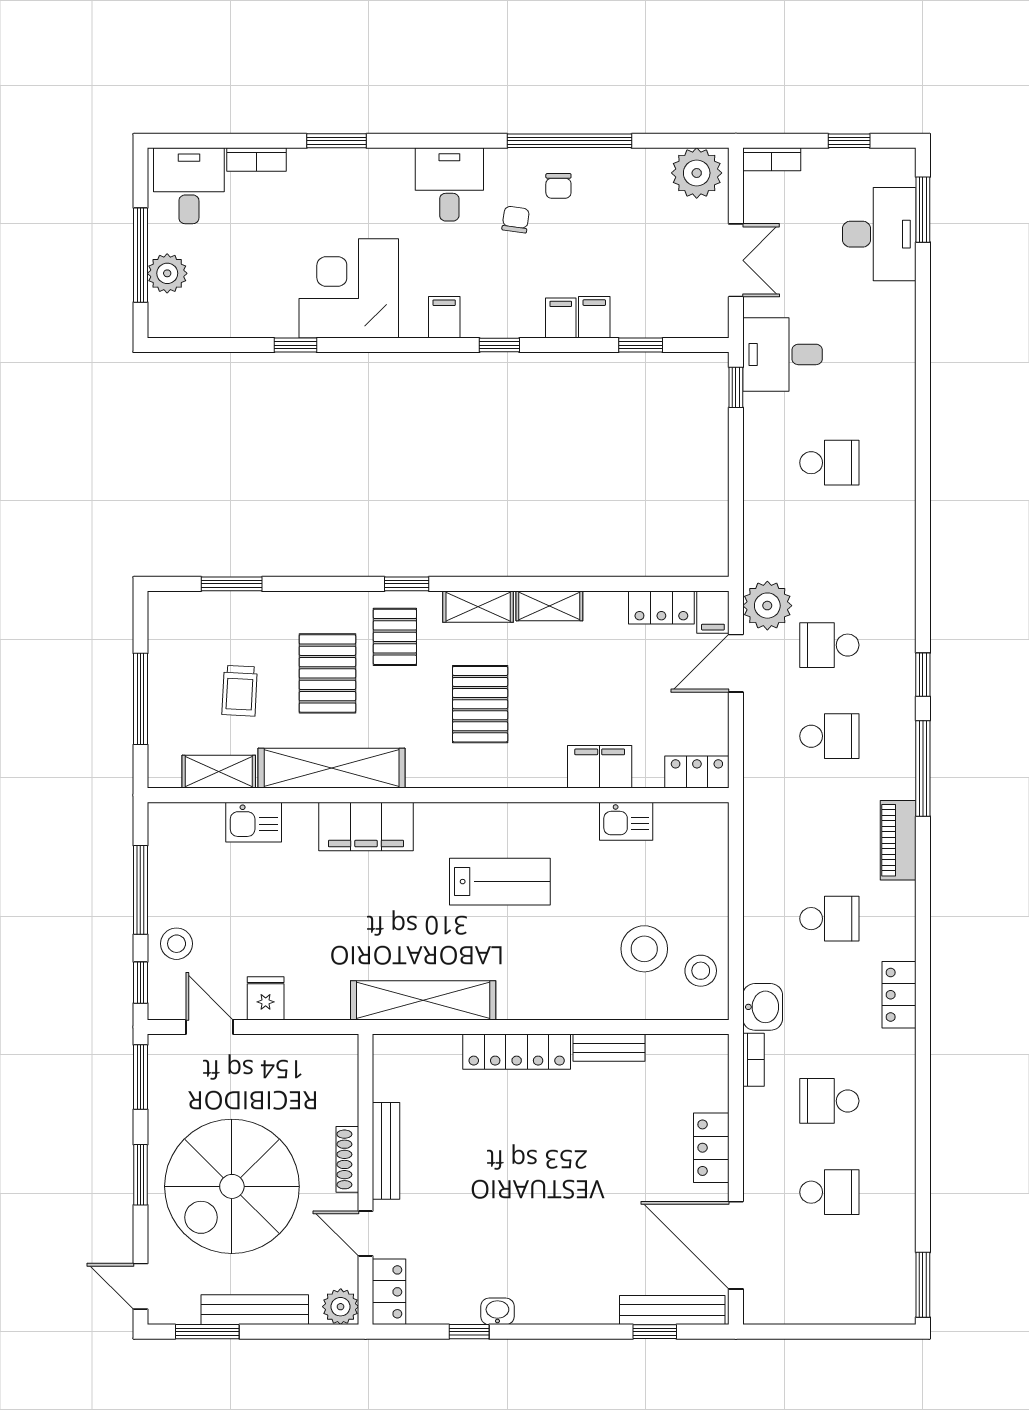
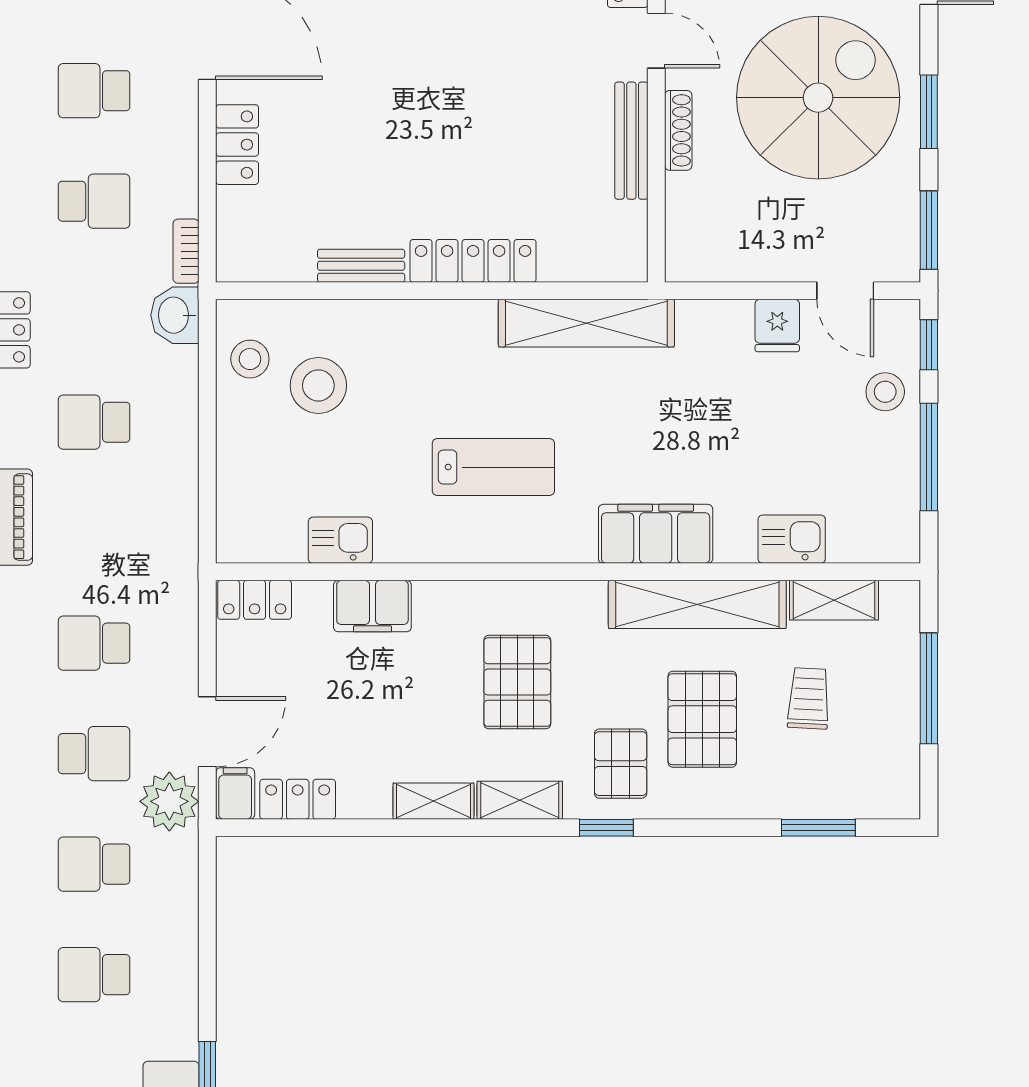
school desk: (829, 554) -> (94, 864), added
lab bench: (500, 882) -> (493, 467), turned 180

